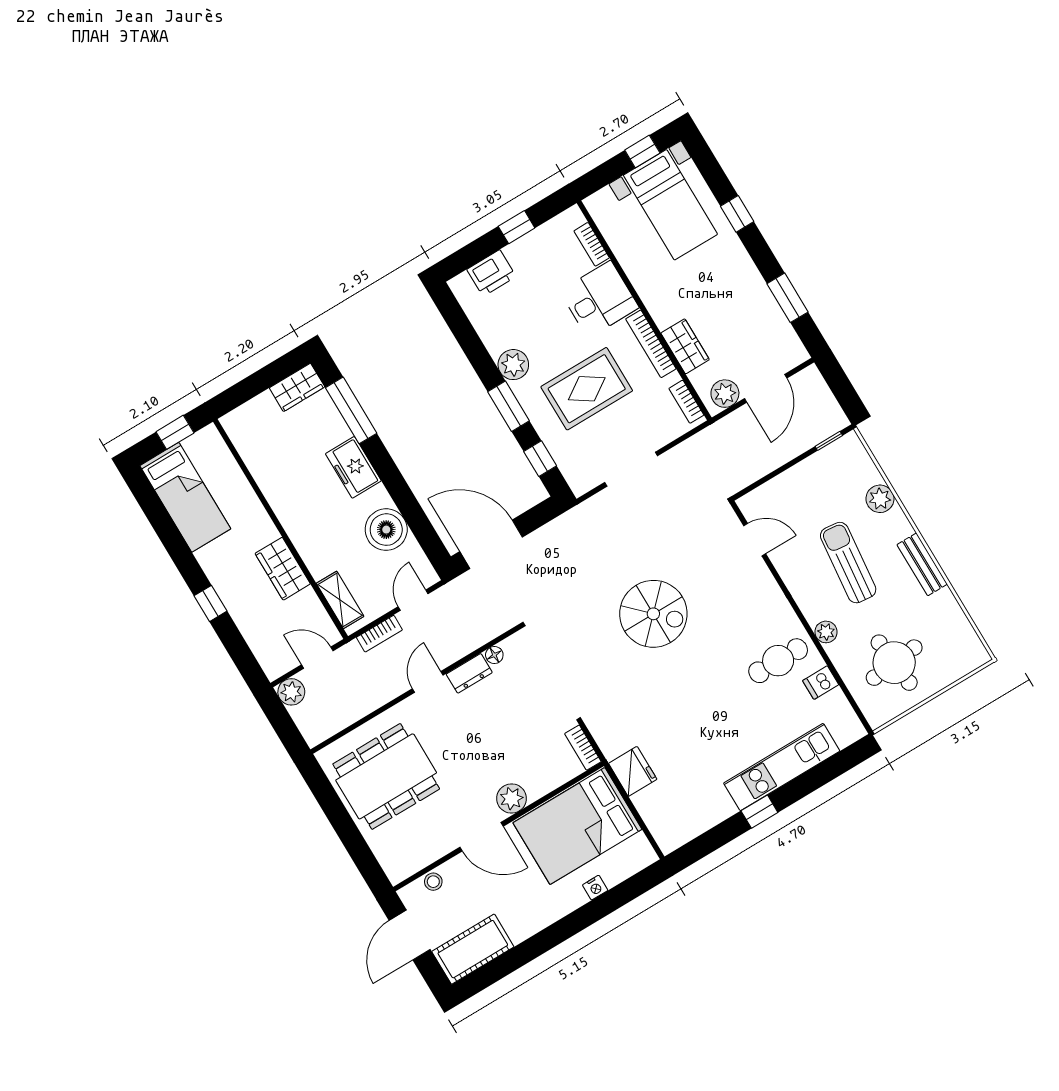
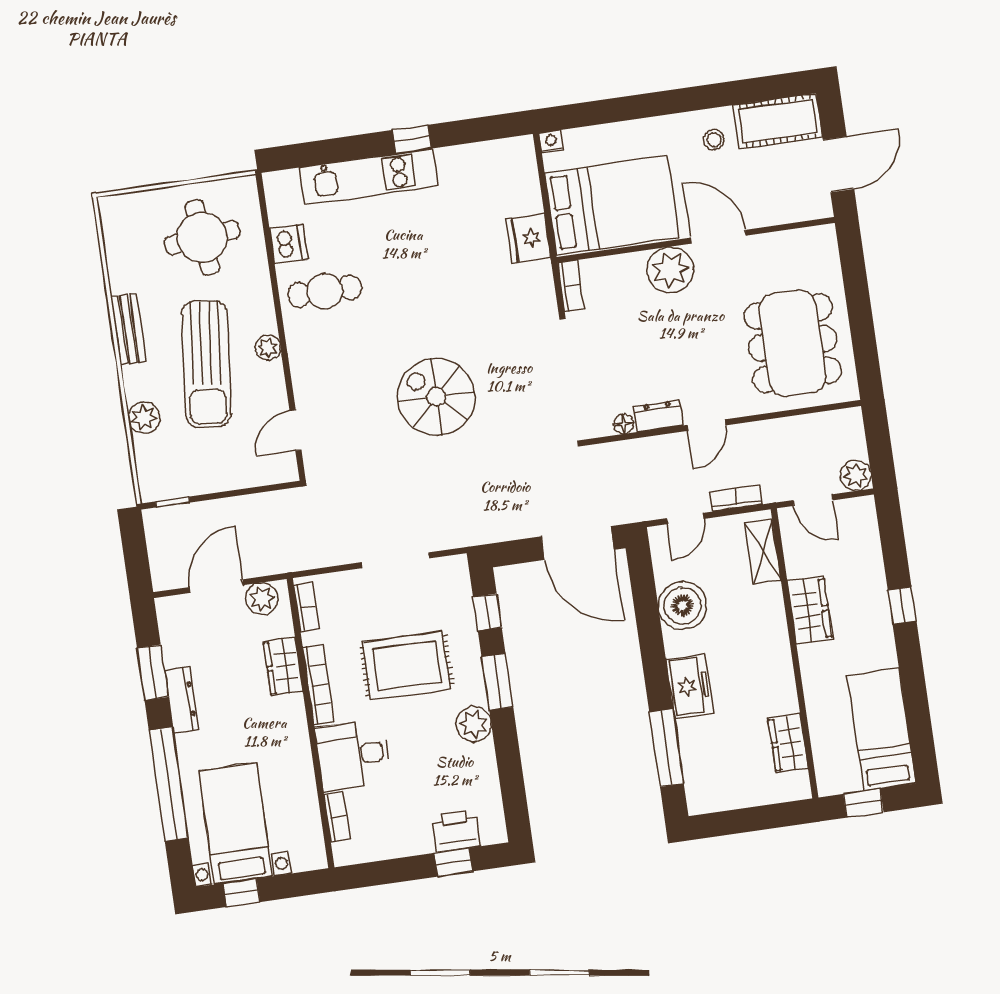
window: (737, 214) -> (169, 784), width x3.17
window: (517, 227) -> (453, 862), moved
dresser: (755, 285) -> (181, 700), added
wardrobe: (297, 387) -> (788, 743), moved, turned -90
door: (755, 540) -> (295, 430), hinge flipped
sun lounger: (848, 563) -> (207, 364), width x1.36, depth x1.34
plant: (826, 632) -> (268, 348), moved
dishwasher: (821, 683) -> (289, 244), width x1.38
dining table: (386, 776) -> (793, 343), turned 90
plant: (512, 798) -> (670, 270), width x1.36, depth x1.36
stool: (433, 882) -> (714, 140), moved
nightstand: (595, 888) -> (551, 142), moved

